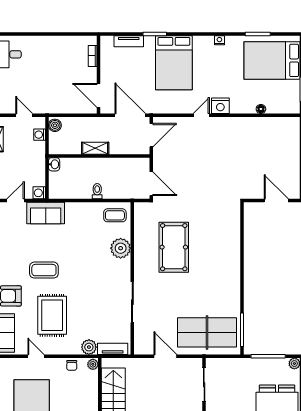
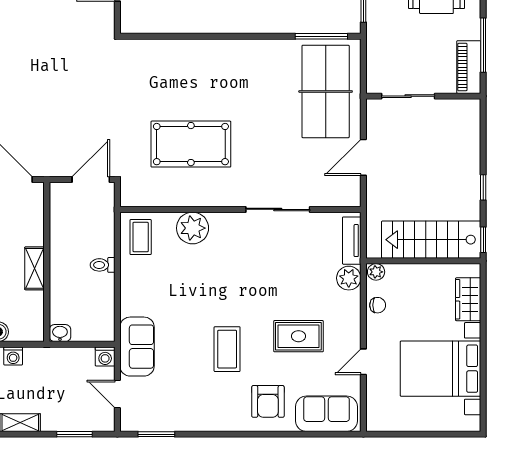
rug: (52, 315) -> (298, 336), width x0.73, depth x0.70

